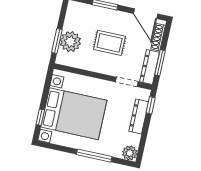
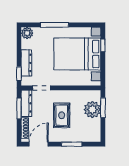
door: (146, 14) -> (39, 144), hinge flipped
rug: (110, 43) -> (62, 115), turned 90

